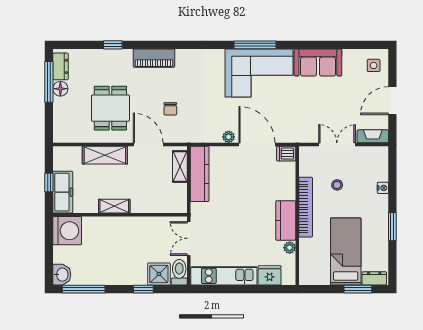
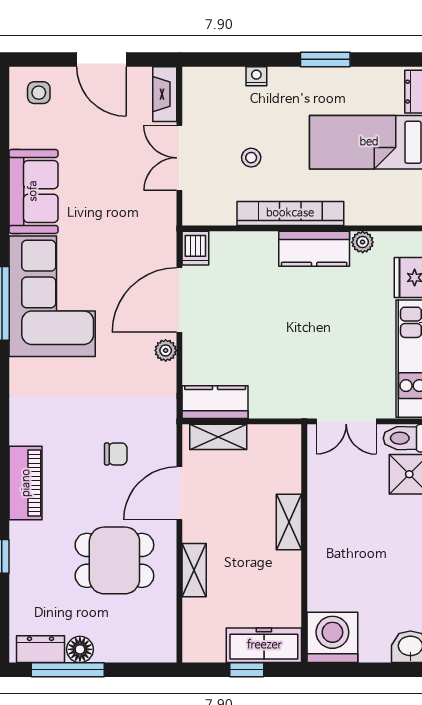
shelving: (105, 155) -> (194, 570), width x0.67, depth x0.75
kitchen counter: (200, 174) -> (215, 402), width x0.67
shelving: (114, 206) -> (289, 522), moved

